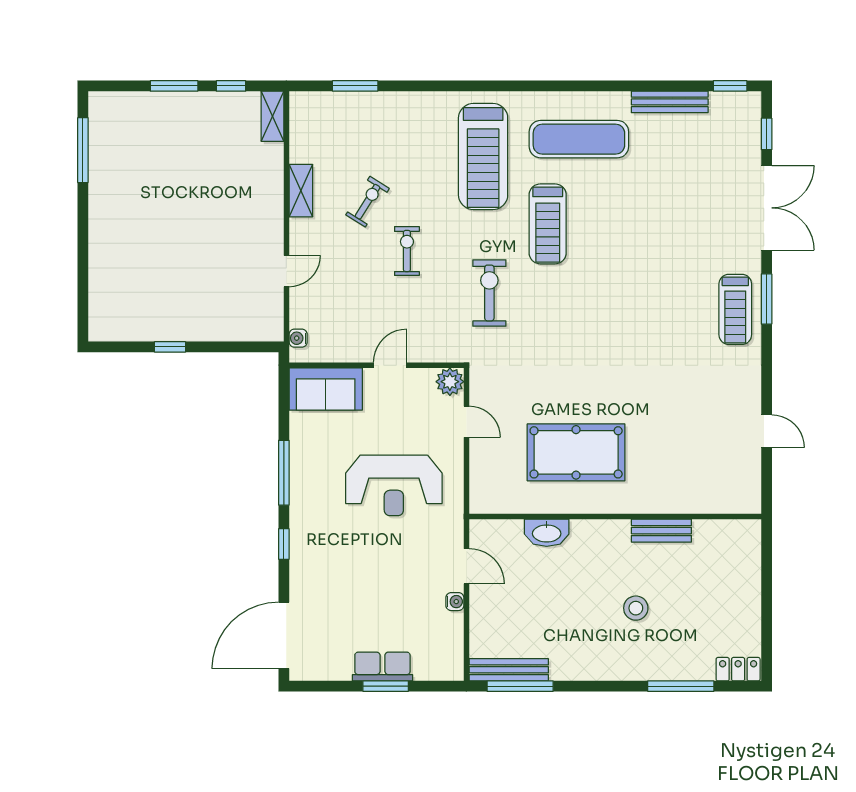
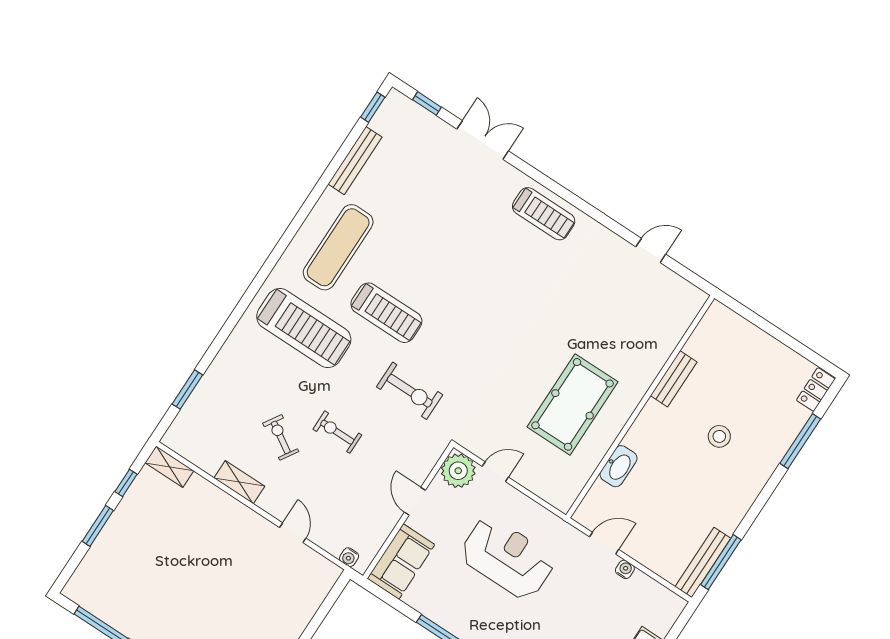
double door: (767, 208) -> (483, 140), width x0.73
exercise bike: (489, 293) -> (410, 391), turned 180
window: (767, 299) -> (551, 185), removed
plant: (450, 382) -> (458, 471), width x1.36, depth x1.36
reception desk: (394, 485) -> (507, 558), turned -90

